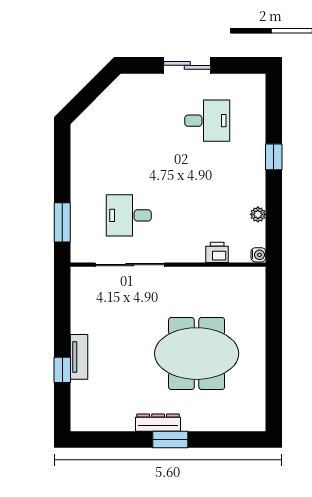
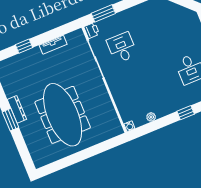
printer: (217, 252) -> (92, 30), moved
meeting table: (197, 354) -> (63, 115), width x1.36
tv unit: (79, 357) -> (53, 45), moved

